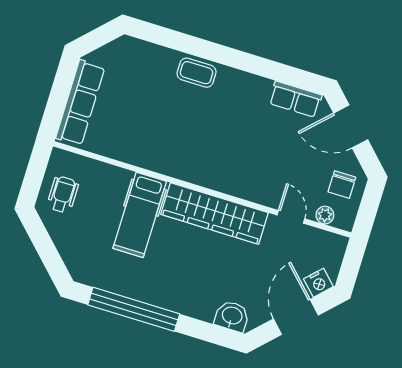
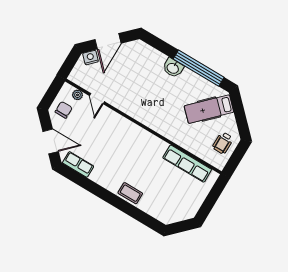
row of seats: (80, 103) -> (187, 164), moved, turned -90
wardrobe: (214, 214) -> (140, 111), removed
hospital bed: (140, 215) -> (209, 109), moved, turned -135
washbasin: (232, 316) -> (173, 68), moved

